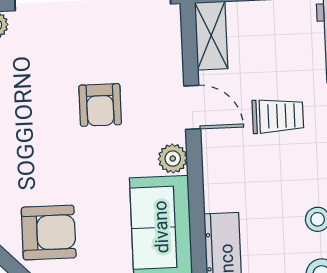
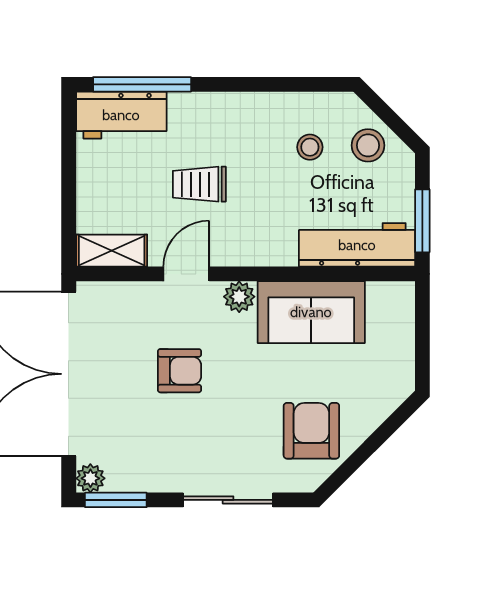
trolley: (278, 116) -> (199, 184), turned -90

